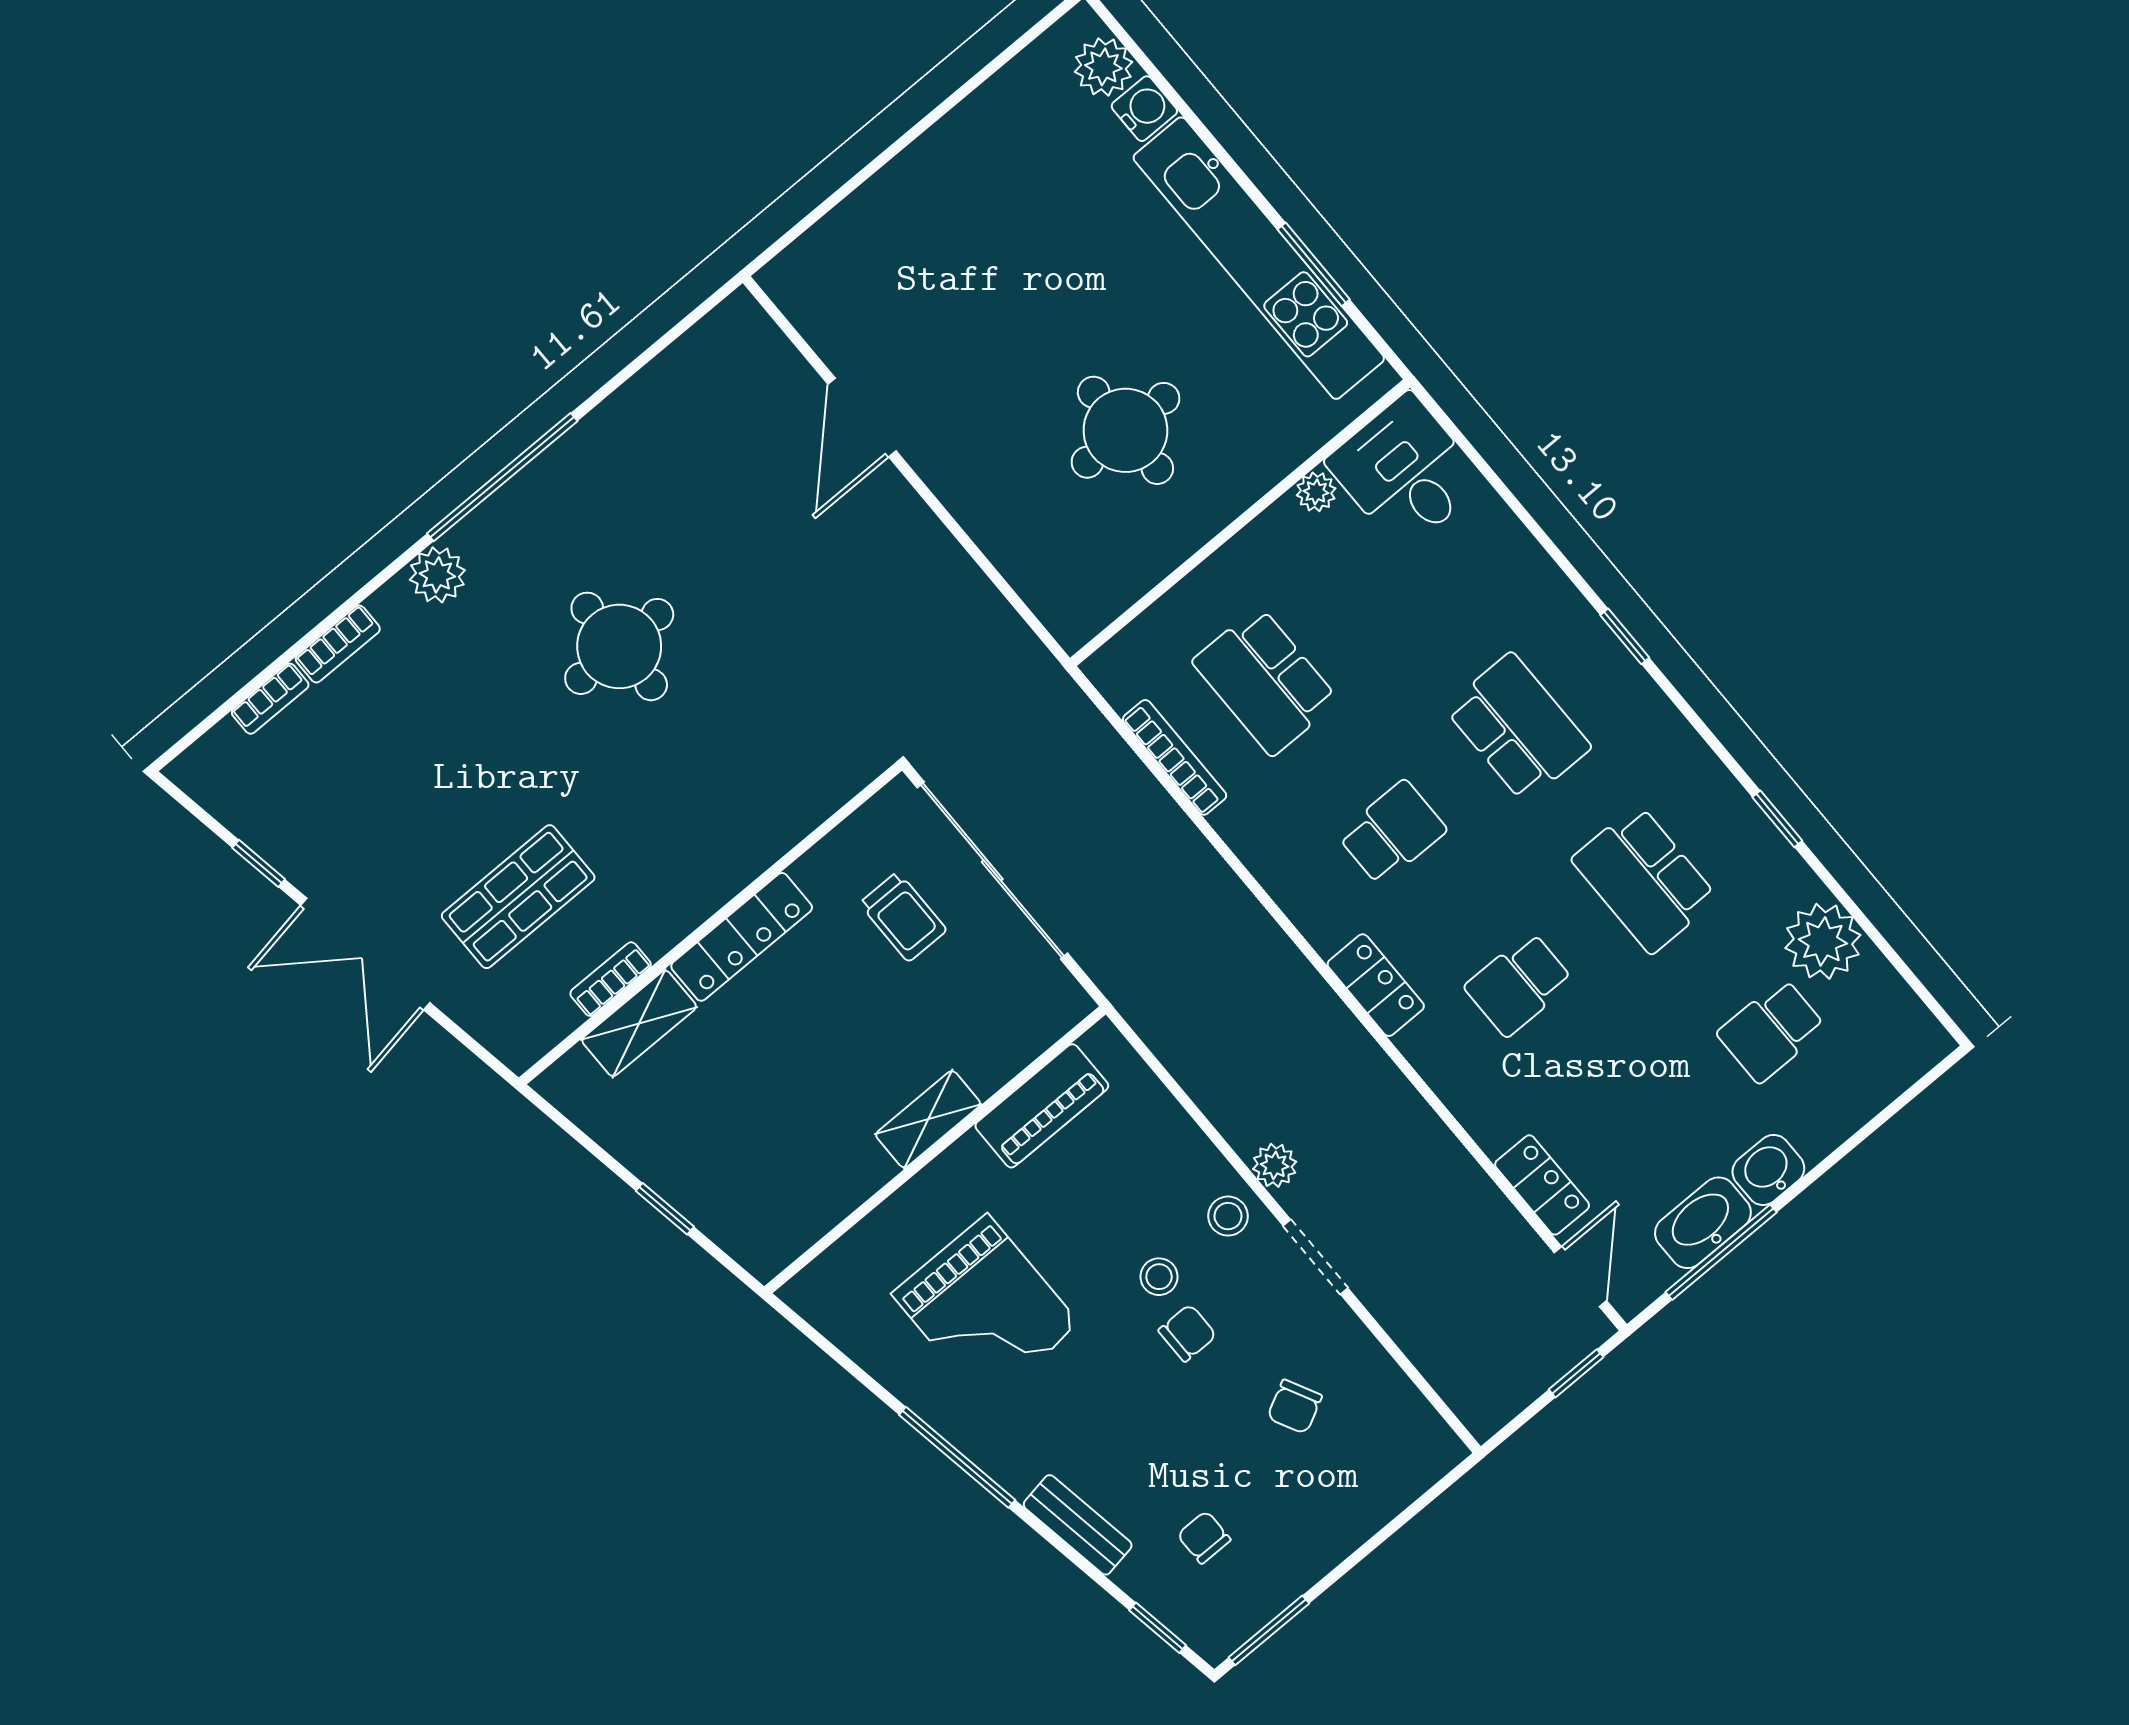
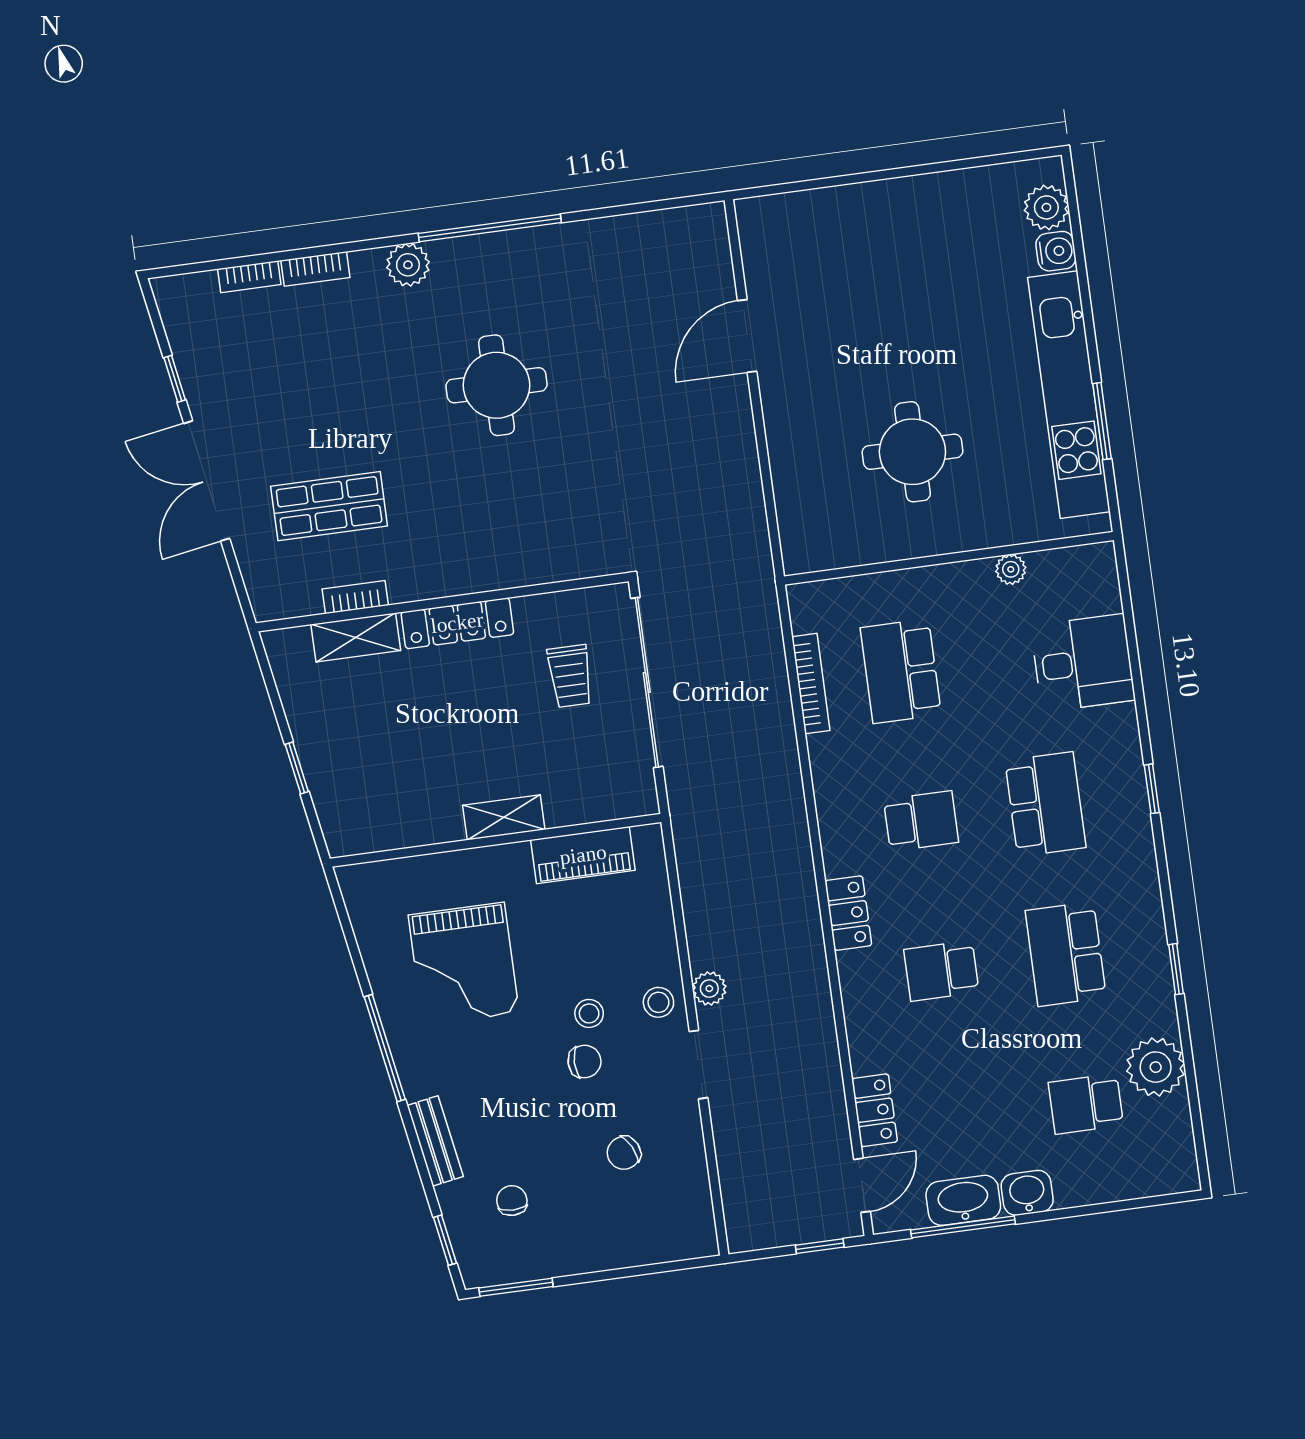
desk: (1406, 472) -> (1083, 663), moved, turned 90

